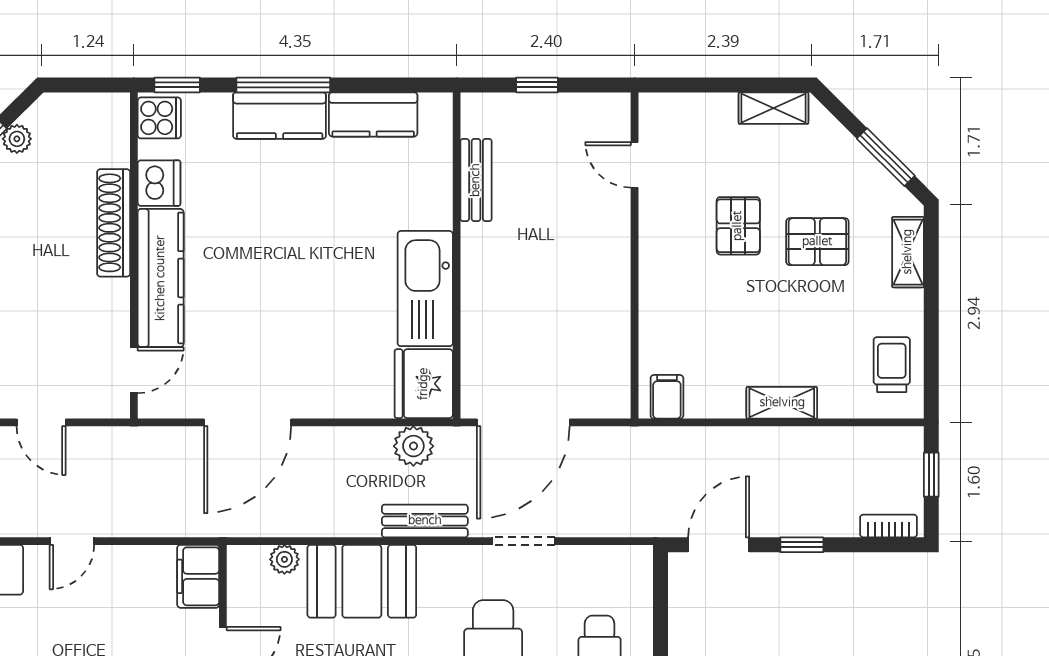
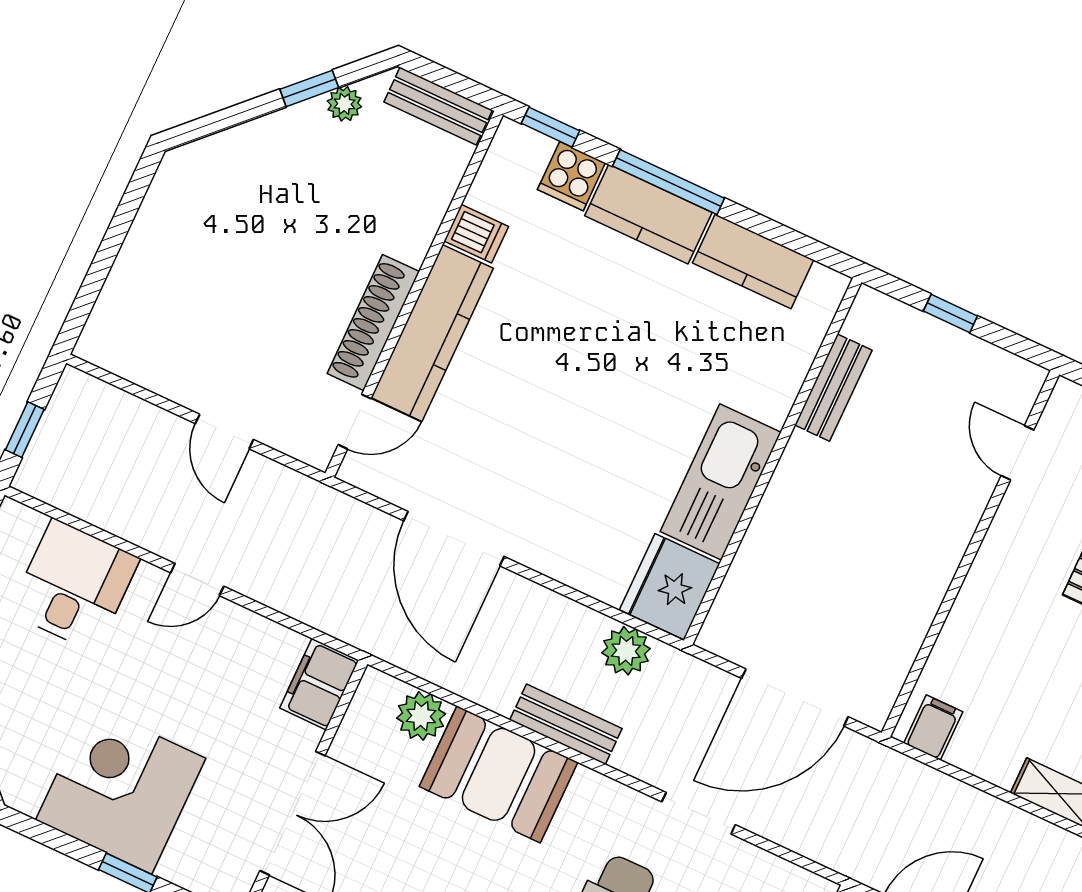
bench: (87, 108) -> (438, 106), added
cooker: (159, 118) -> (571, 176), moved, turned 90
dishwasher: (159, 183) -> (476, 234), width x0.73
shoe rack: (114, 223) -> (373, 323), moved
door: (248, 422) -> (454, 539), hinge flipped
door: (523, 422) -> (795, 698), moved
bench: (425, 521) -> (566, 724), moved
plant: (284, 559) -> (421, 716), width x1.38, depth x1.38

